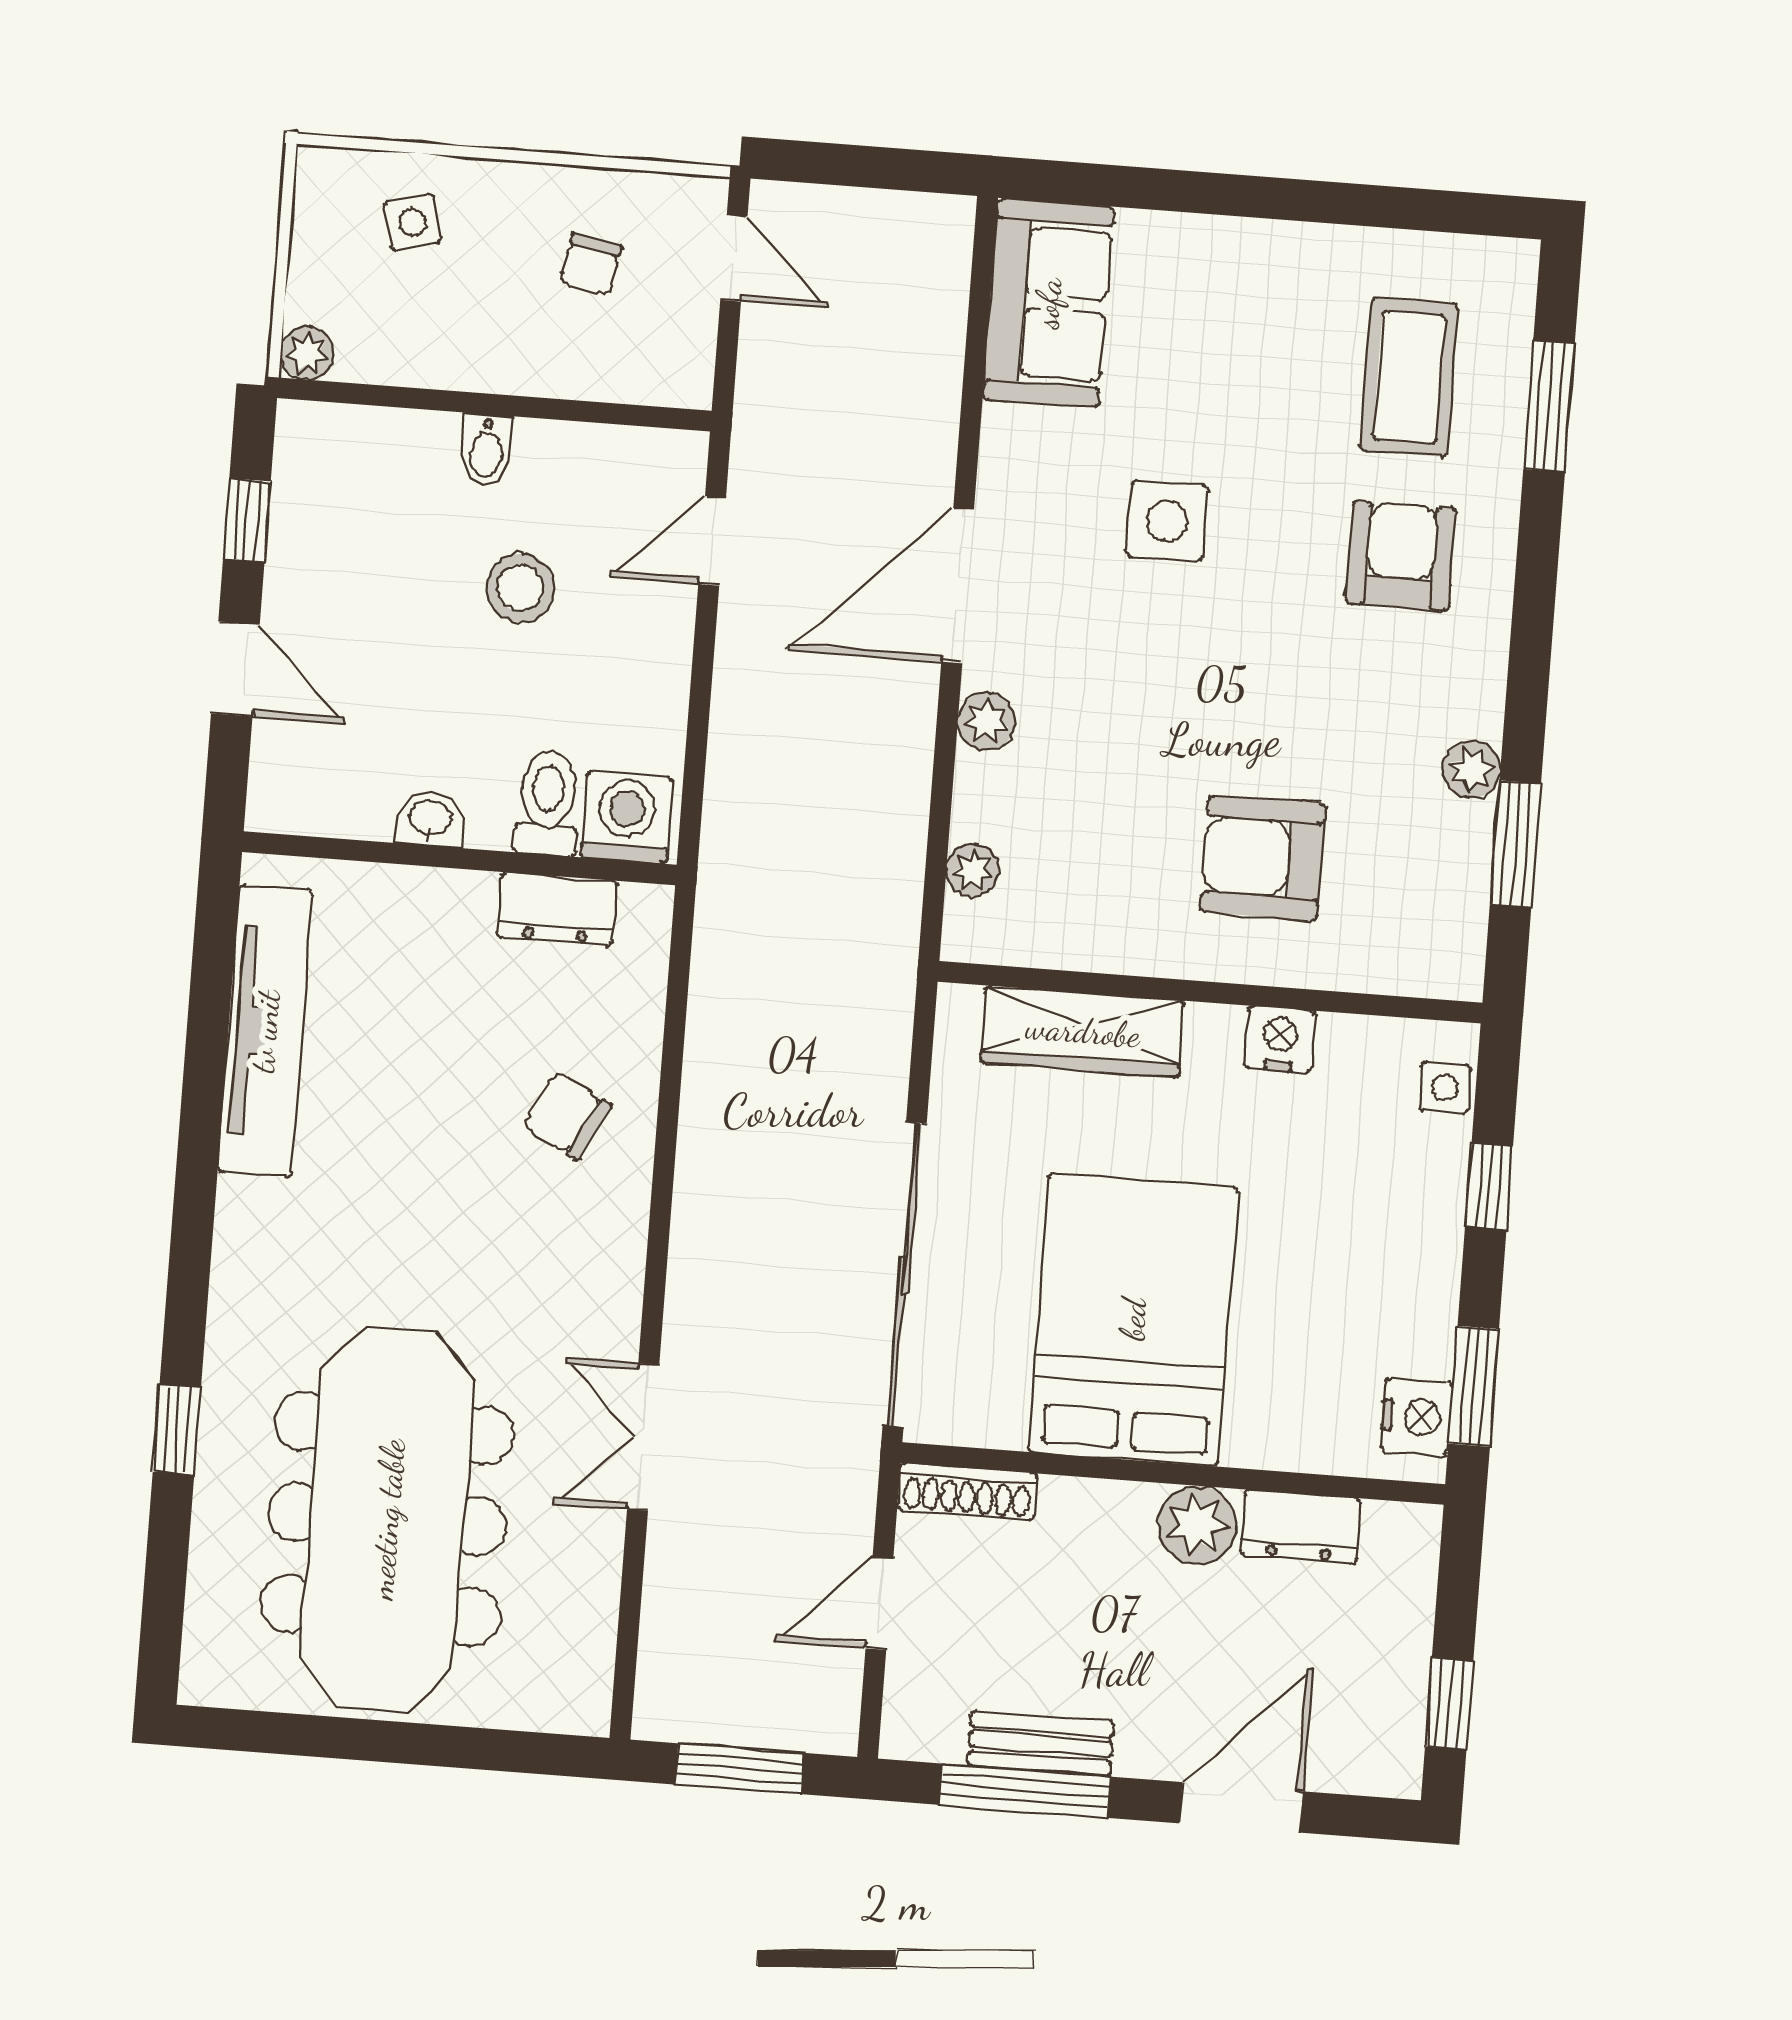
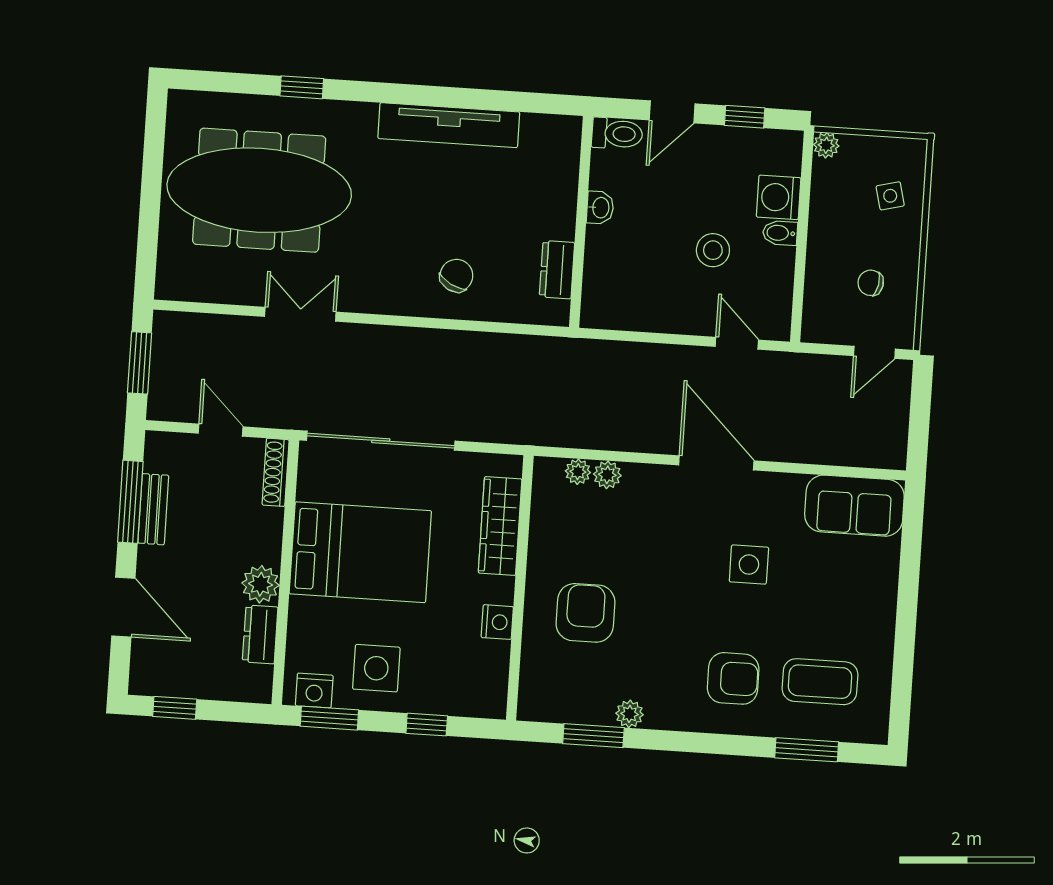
plant: (987, 721) -> (607, 475), moved
toilet: (548, 803) -> (617, 134), moved
washing machine: (627, 817) -> (779, 197), moved, turned 180
tv unit: (265, 1031) -> (449, 125), moved
side table: (1445, 1088) -> (376, 668), moved, width x1.87, depth x1.87

